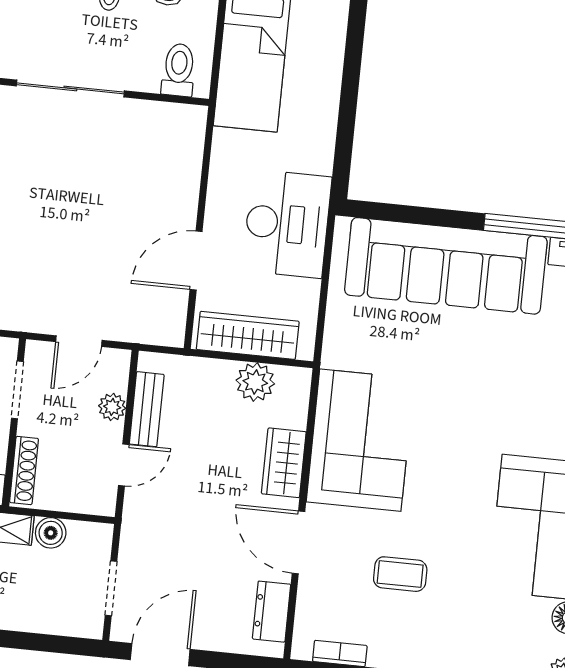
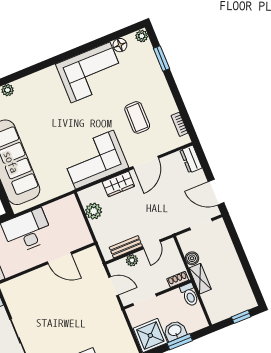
wardrobe: (248, 335) -> (77, 223), removed
door: (124, 465) -> (152, 244), swing flipped
shoe rack: (24, 470) -> (178, 279), width x0.70
coffee table: (400, 574) -> (137, 117), width x1.36, depth x1.30
dresser: (272, 612) -> (191, 159), moved, turned 90

